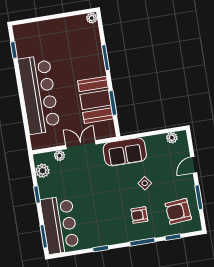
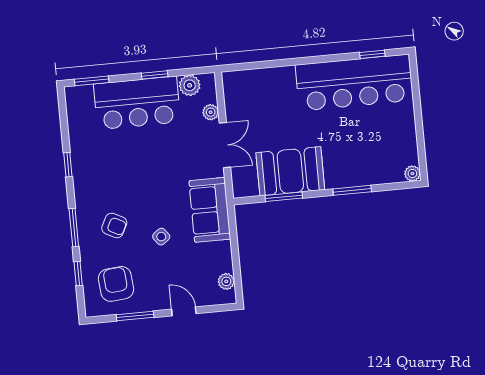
bar counter: (39, 95) -> (354, 83), moved
armchair: (139, 215) -> (114, 225), turned 117
bar counter: (60, 225) -> (137, 103), moved

